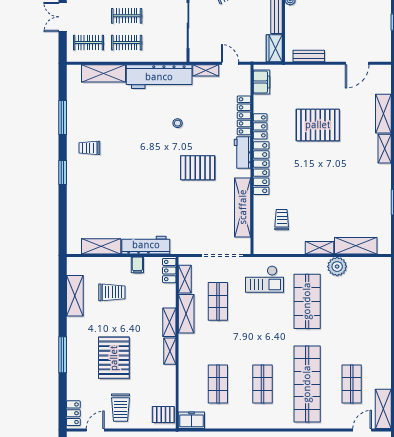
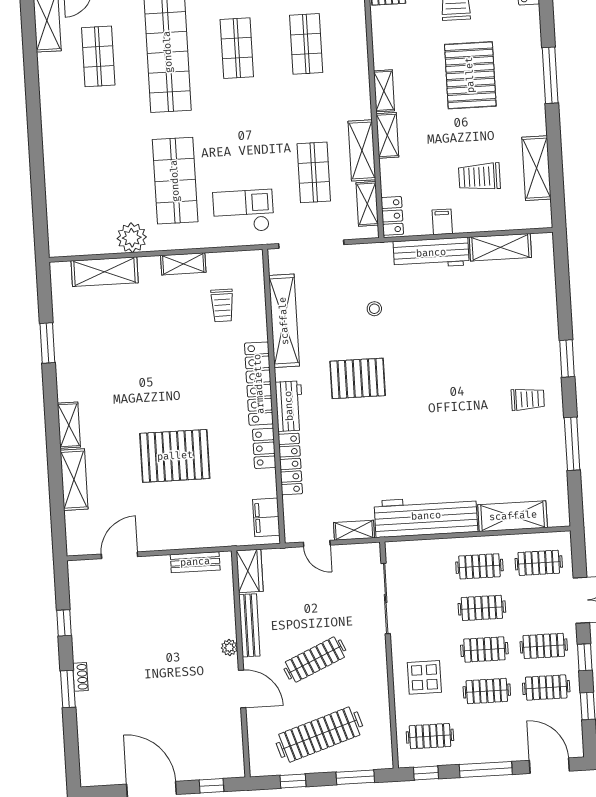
stool: (178, 123) -> (374, 309), moved
shelving: (319, 248) -> (183, 264), moved

